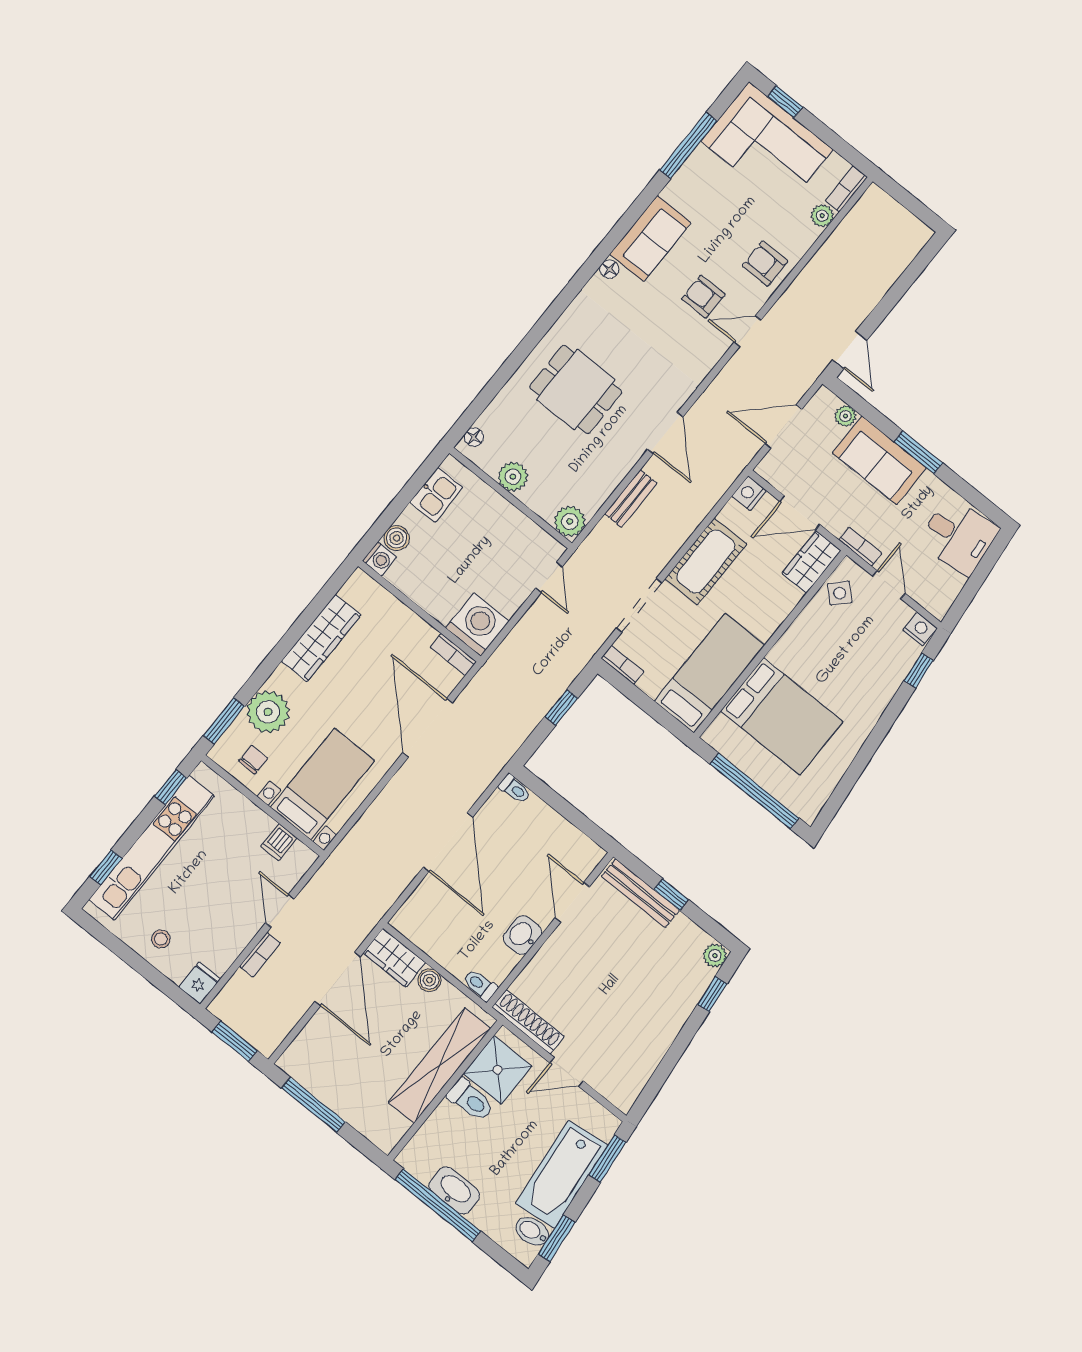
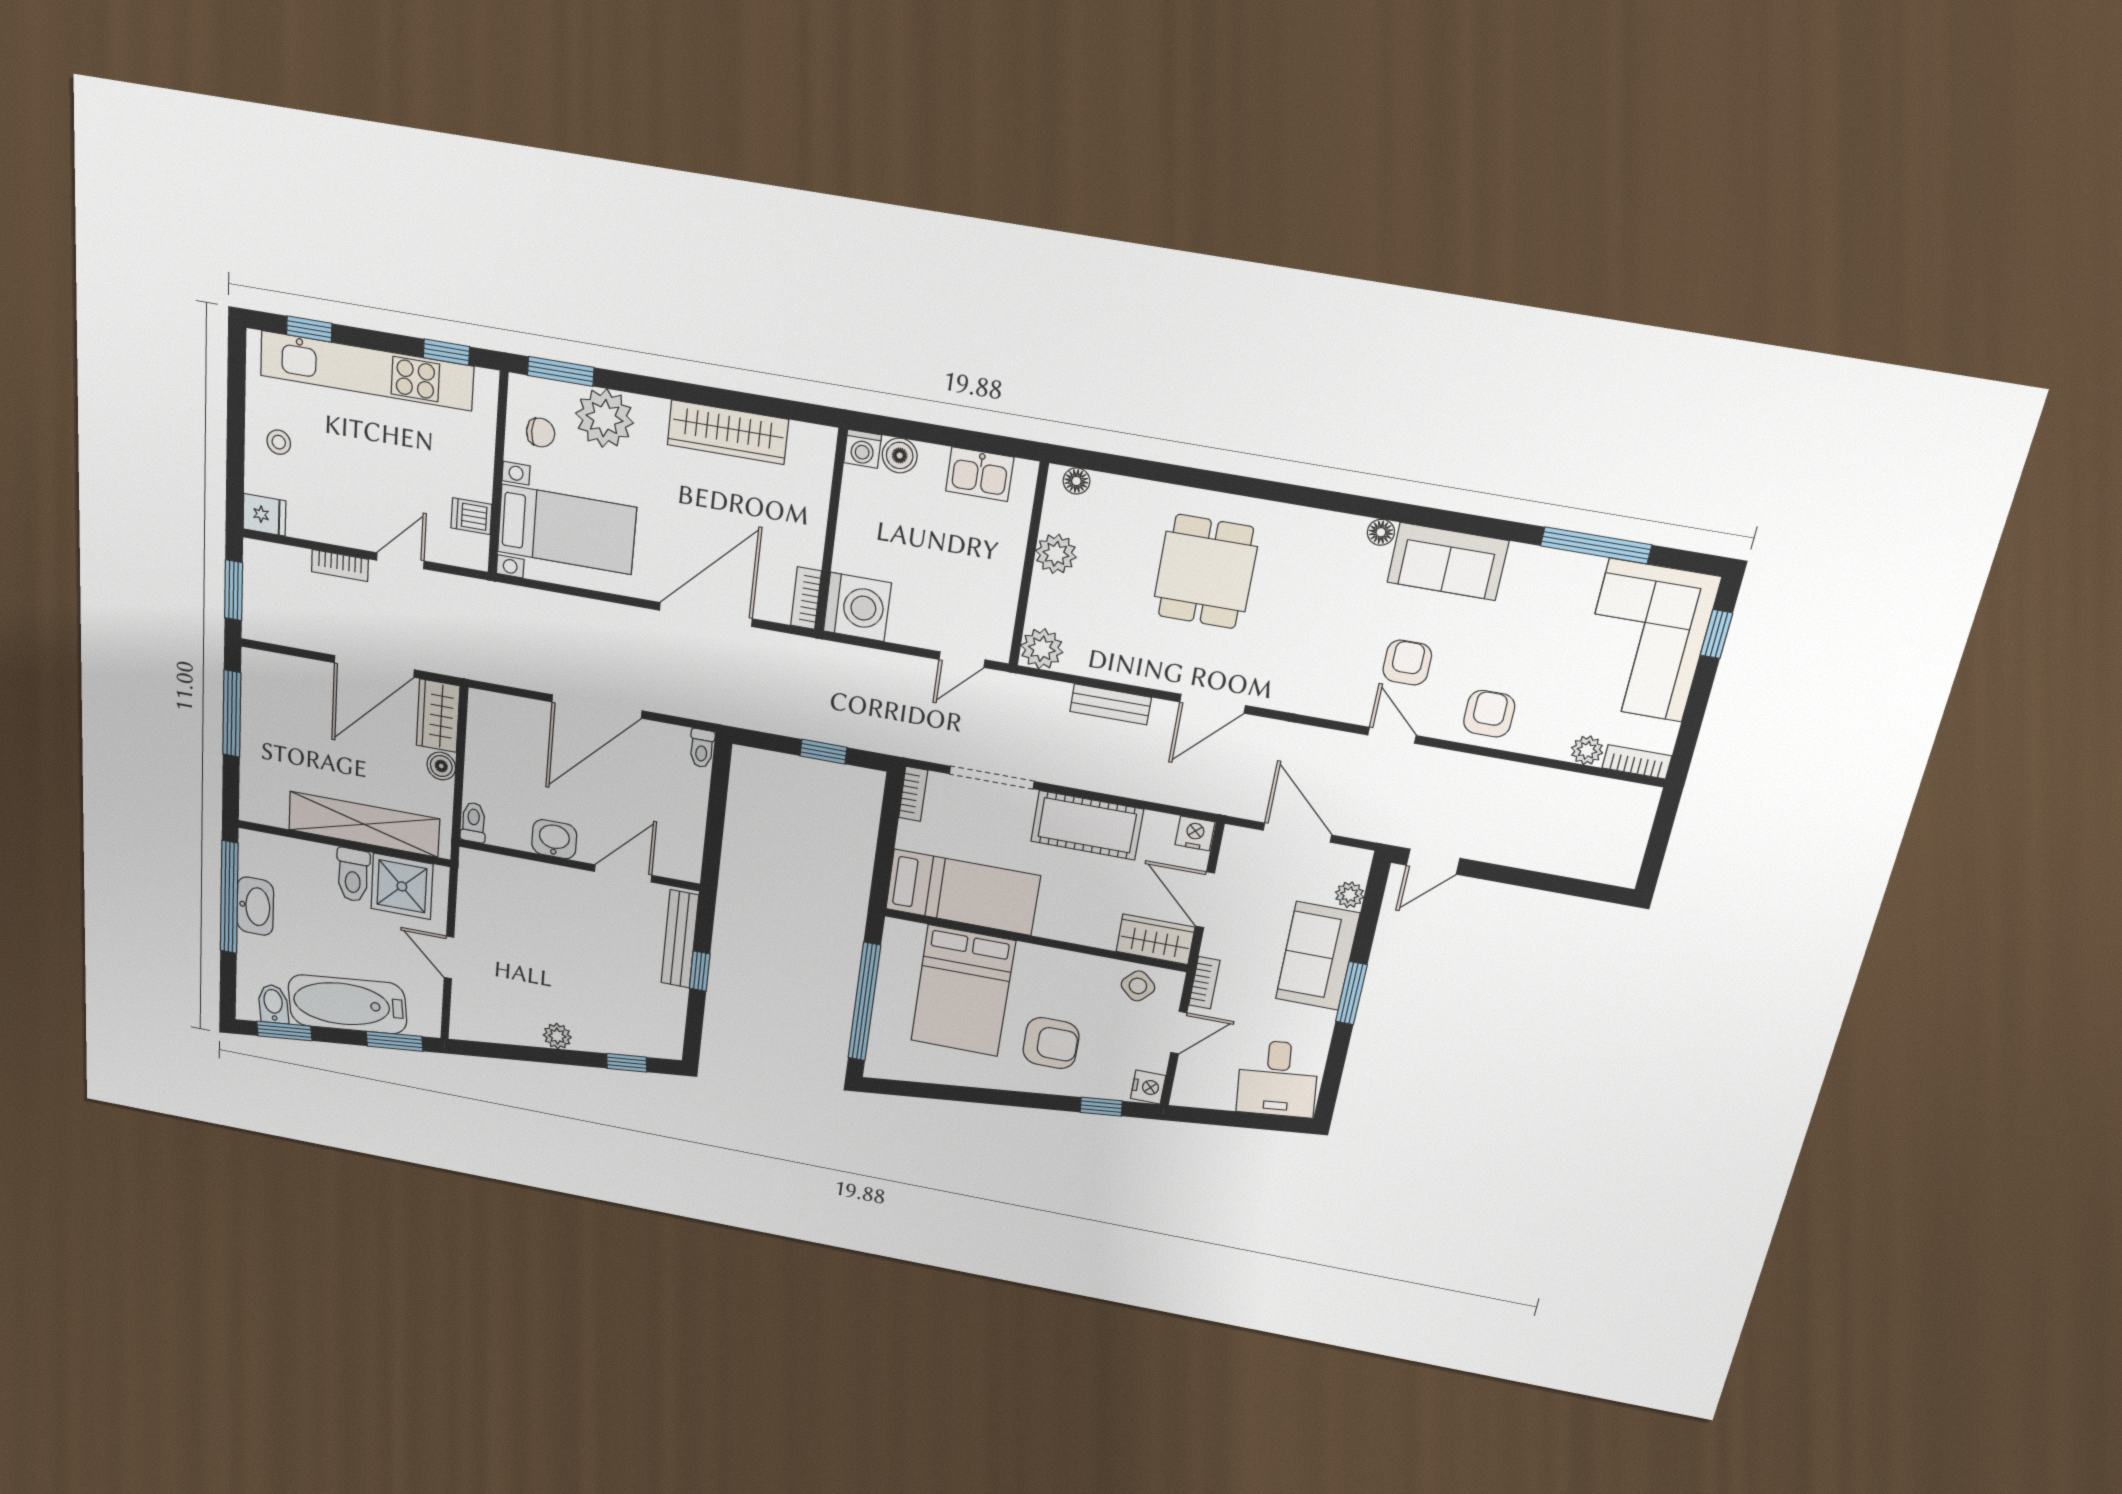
armchair: (852, 678) -> (1051, 1043), added
plant: (715, 956) -> (557, 1036), moved
shoe rack: (528, 1022) -> (471, 892), removed

